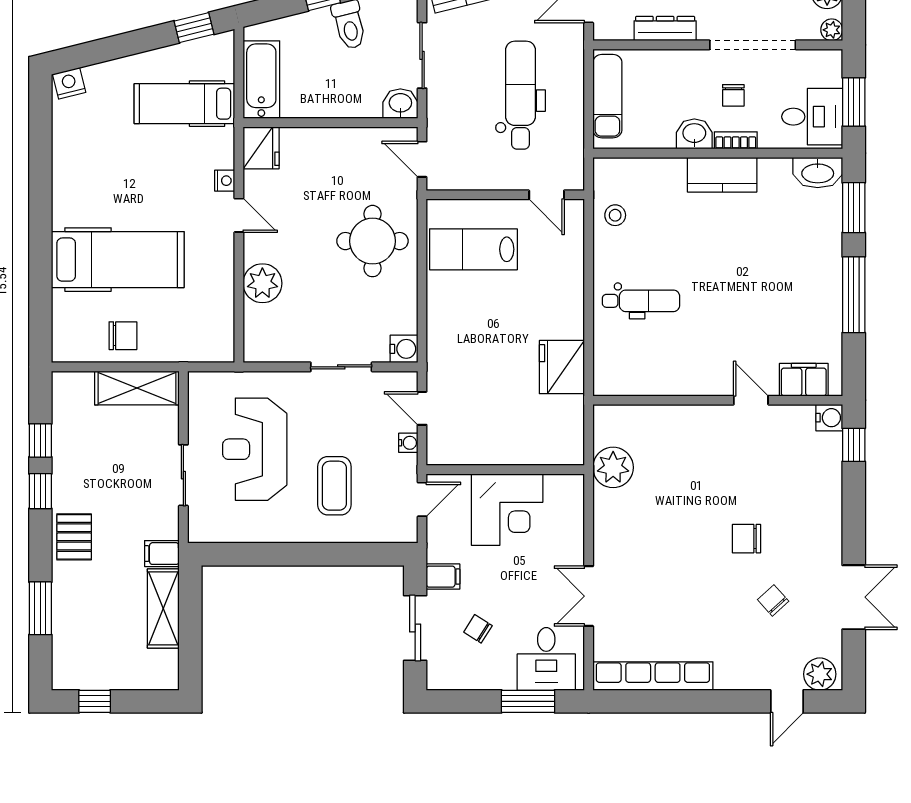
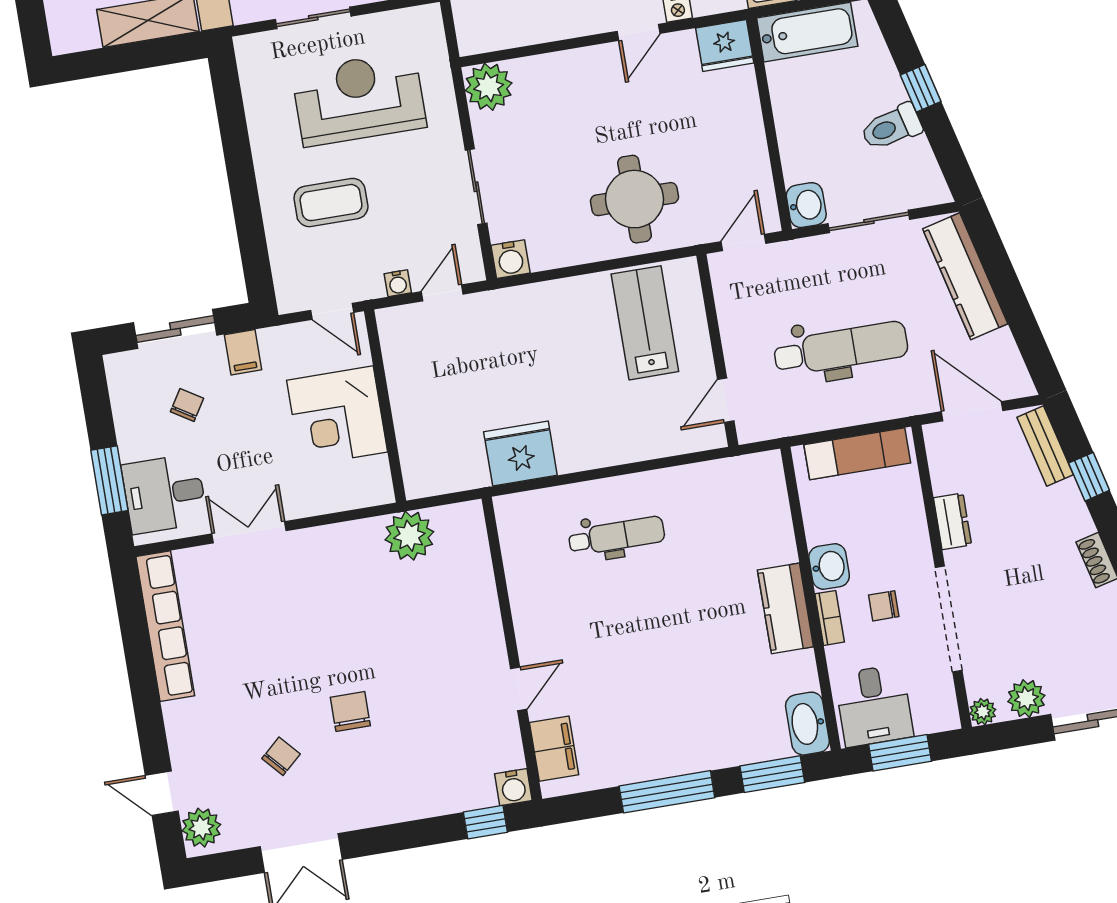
dresser: (665, 29) -> (953, 521), width x0.70
stool: (615, 215) -> (715, 487), removed
plant: (262, 283) -> (489, 87), moved
dental chair: (641, 301) -> (617, 536), turned -90

